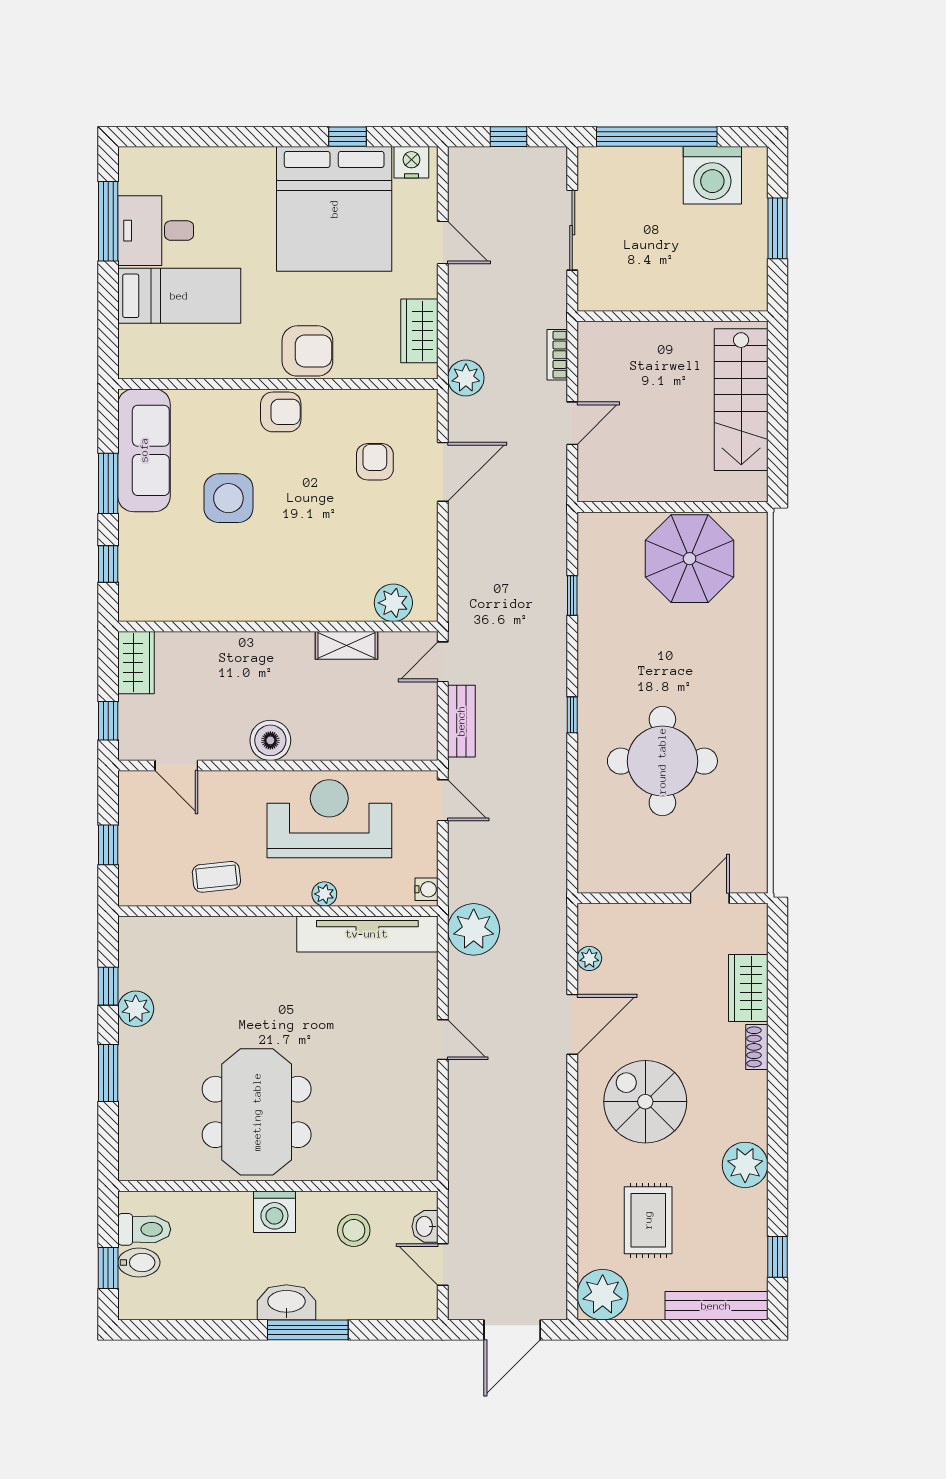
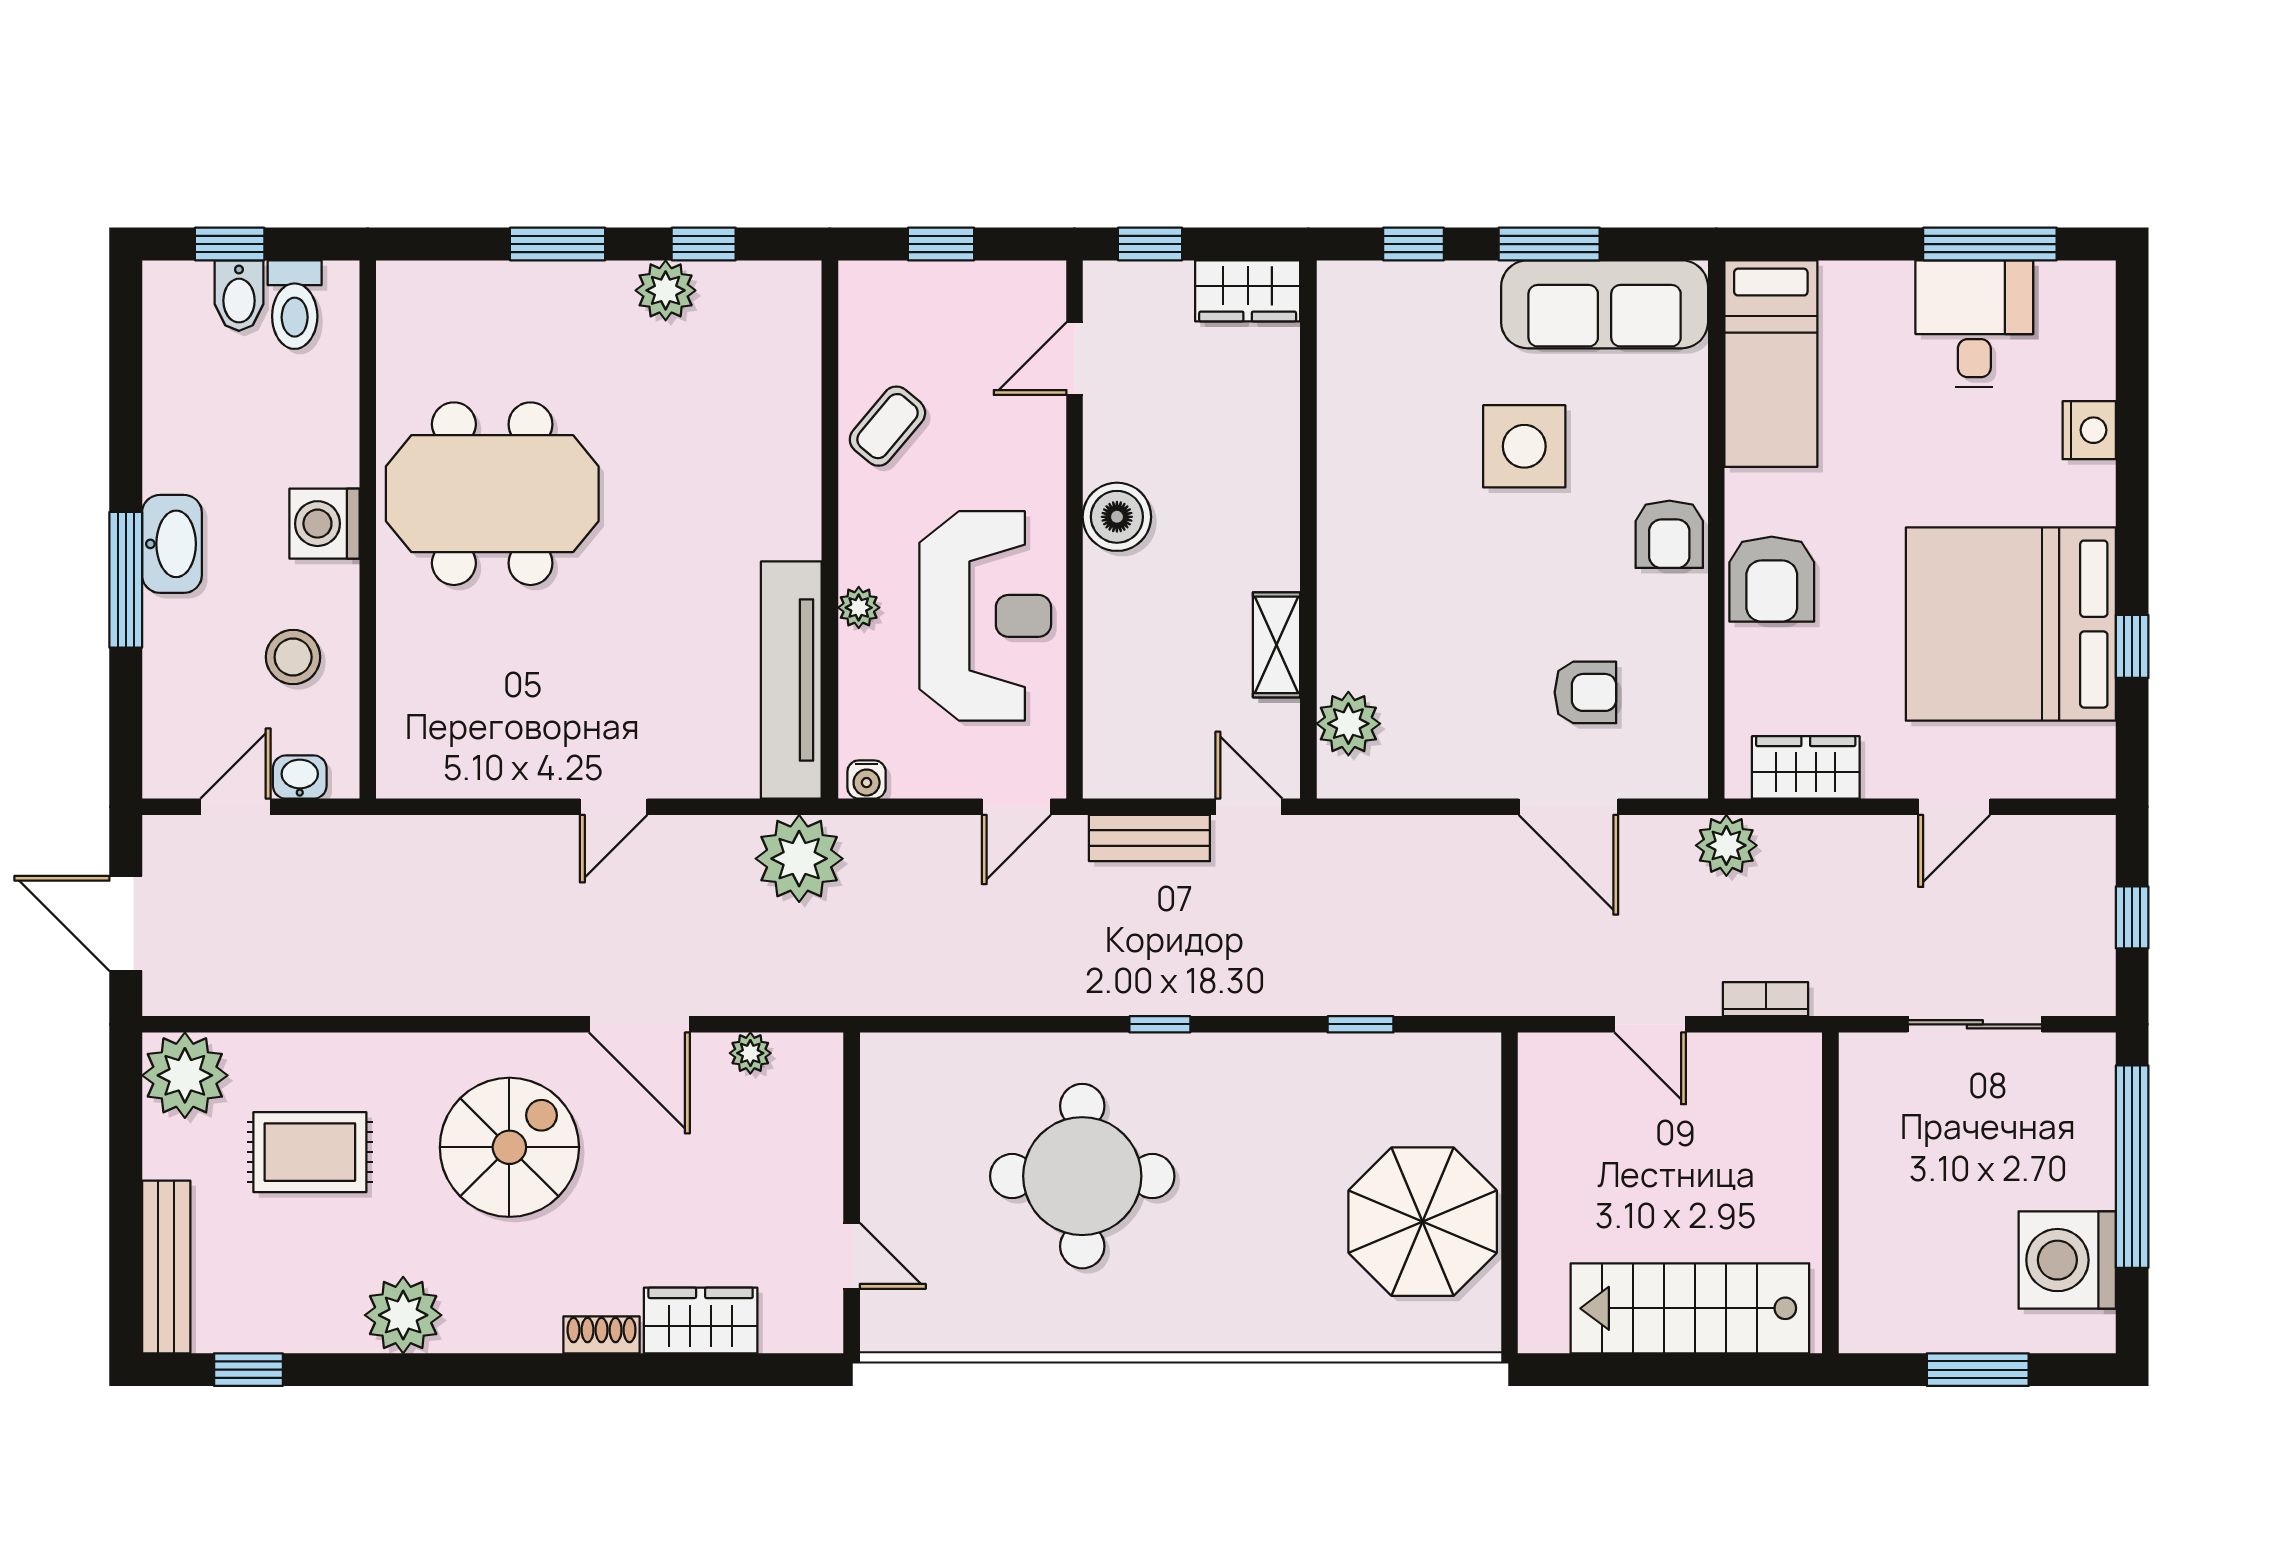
nightstand: (411, 162) -> (2089, 430), moved
bed: (179, 296) -> (1771, 364), moved
coffee table: (216, 877) -> (887, 426), turned 46

